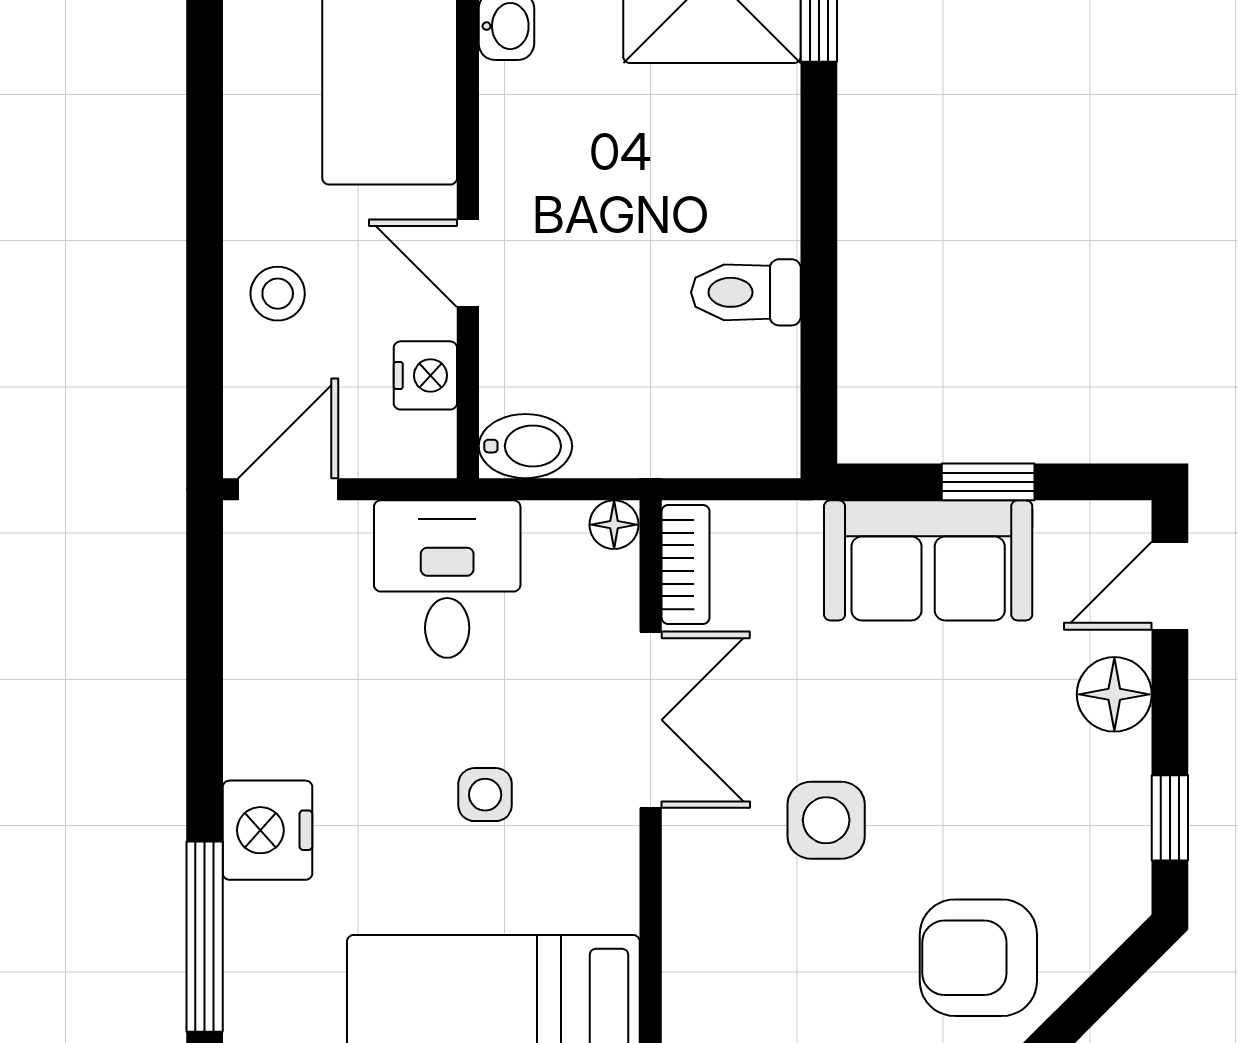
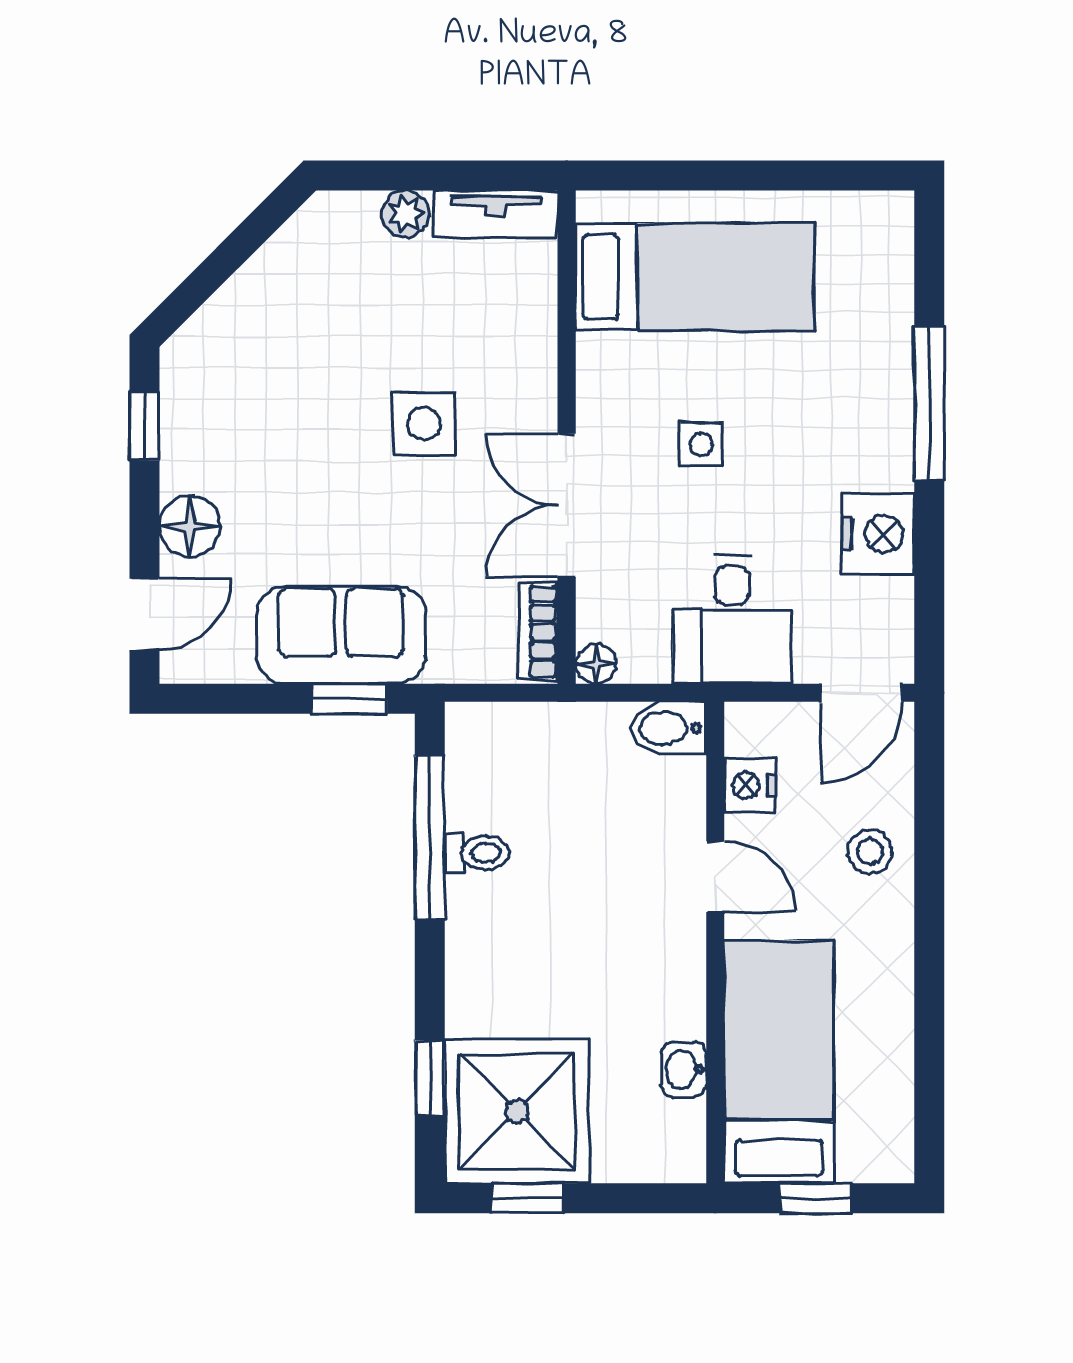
toilet: (746, 292) -> (477, 853), width x0.73, depth x0.72
window: (819, 311) -> (430, 837), added
window: (988, 482) -> (349, 699), moved
nightstand: (267, 830) -> (878, 534), moved
window: (205, 937) -> (929, 403), moved
armchair: (978, 958) -> (300, 312), removed

